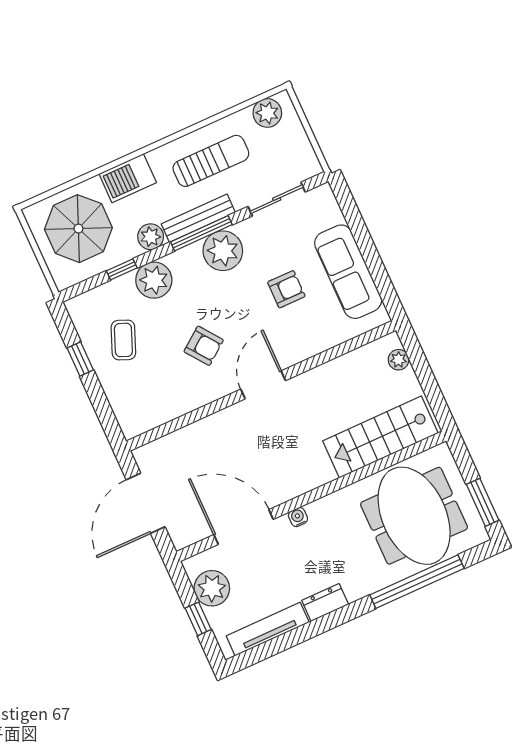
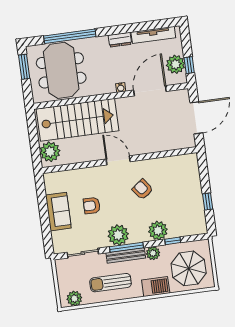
sofa: (348, 272) -> (58, 212), width x0.73
coffee table: (123, 340) -> (183, 205), removed
plant: (399, 360) -> (50, 152), width x1.87, depth x1.87
door: (263, 385) -> (118, 160), swing flipped
stairs: (380, 437) -> (77, 120), width x1.36, depth x1.51
door: (244, 527) -> (150, 91), swing flipped
window: (198, 619) -> (189, 65), moved

